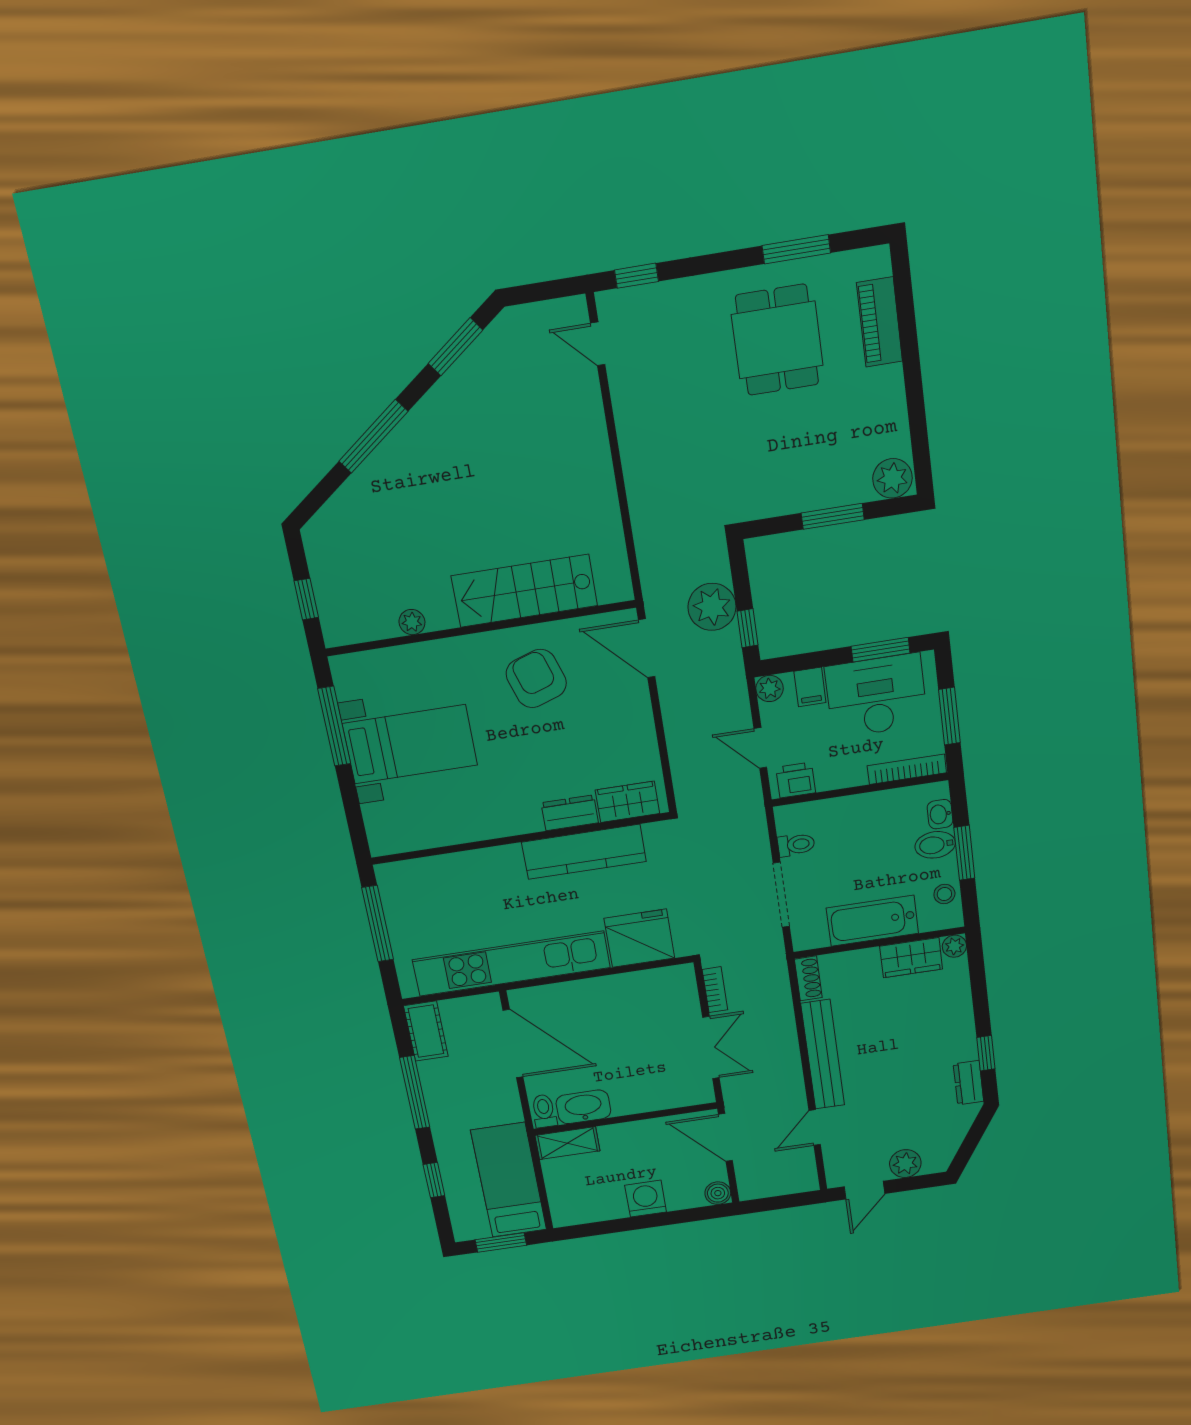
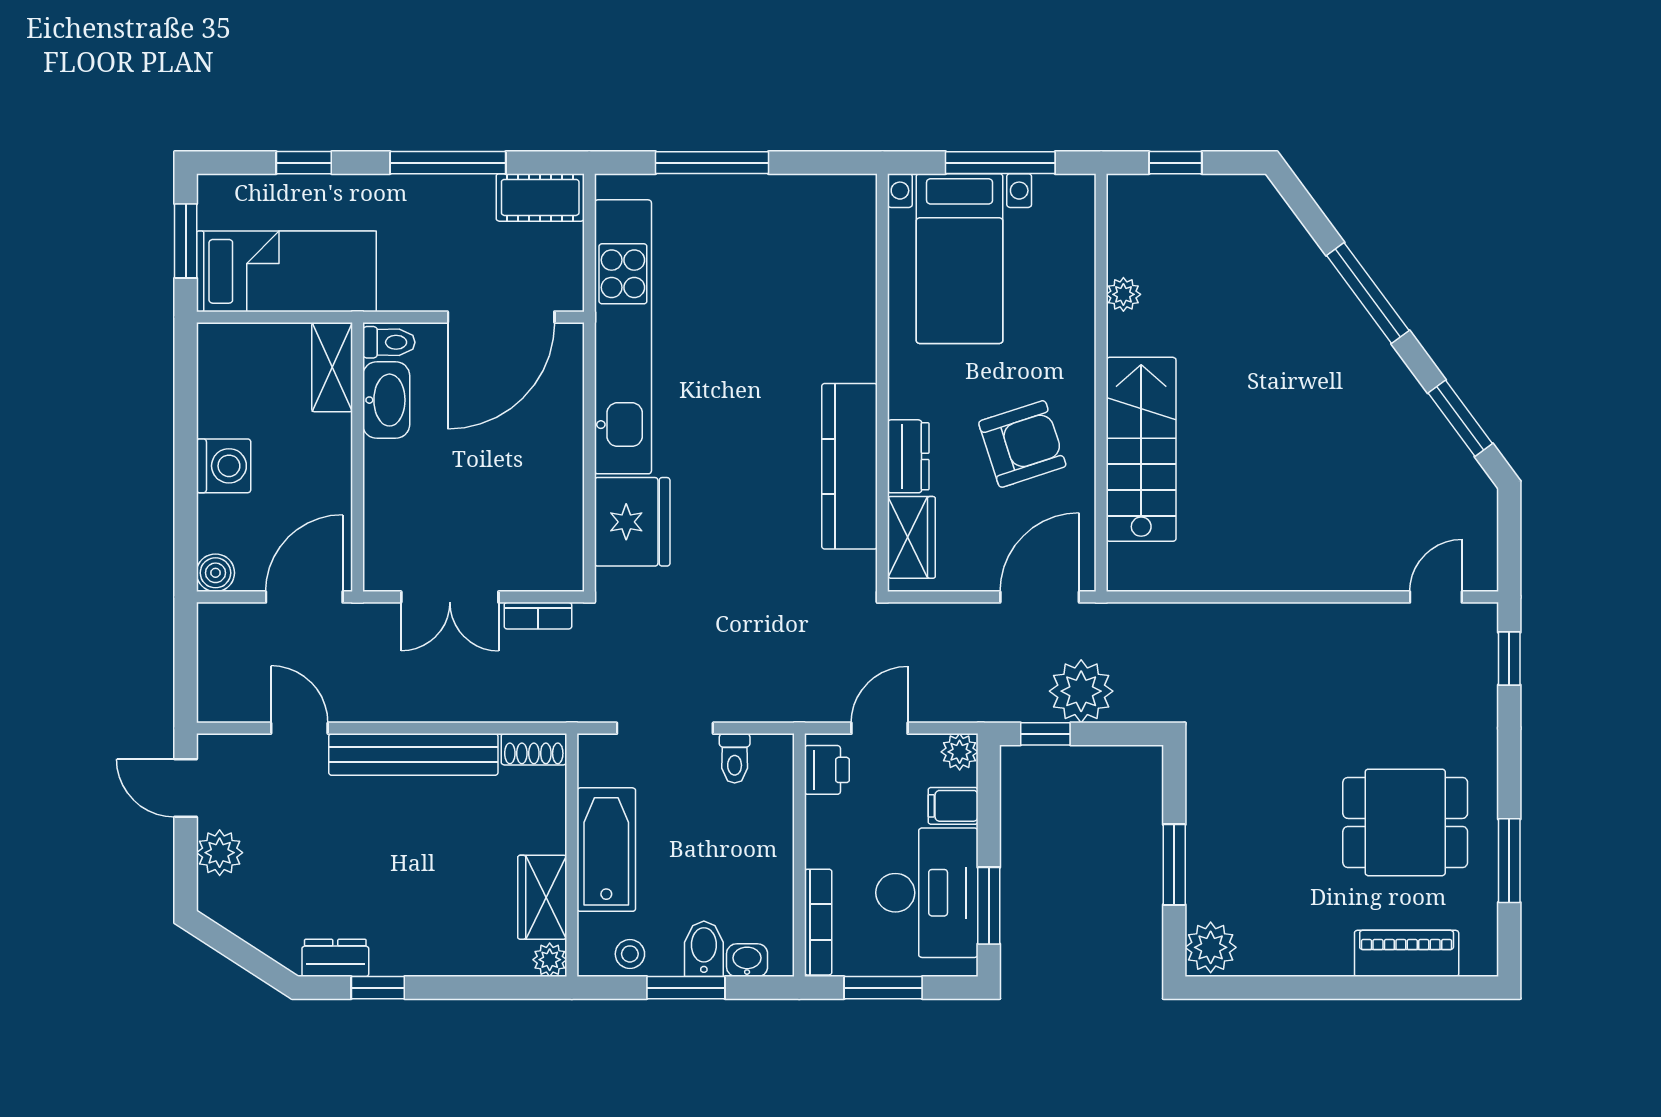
wardrobe: (627, 802) -> (911, 537), moved
dresser: (570, 813) -> (908, 456), moved
wall: (520, 839) -> (882, 383), moved
kitchen counter: (584, 852) -> (850, 466), moved

